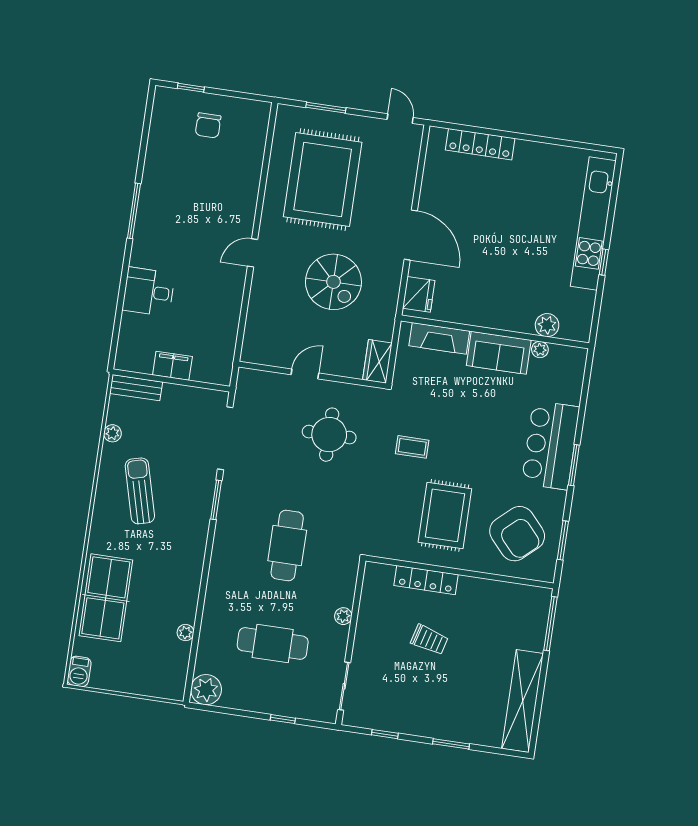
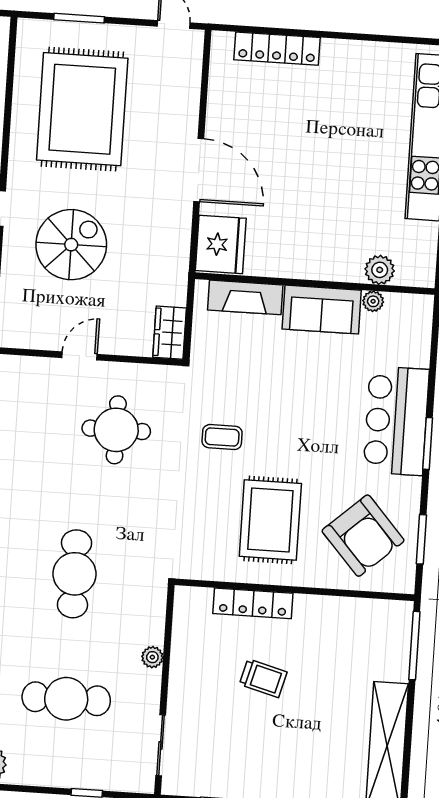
spiral stairs: (333, 282) -> (71, 245), moved, turned -90
fridge: (419, 294) -> (221, 244), width x1.36, depth x1.34

